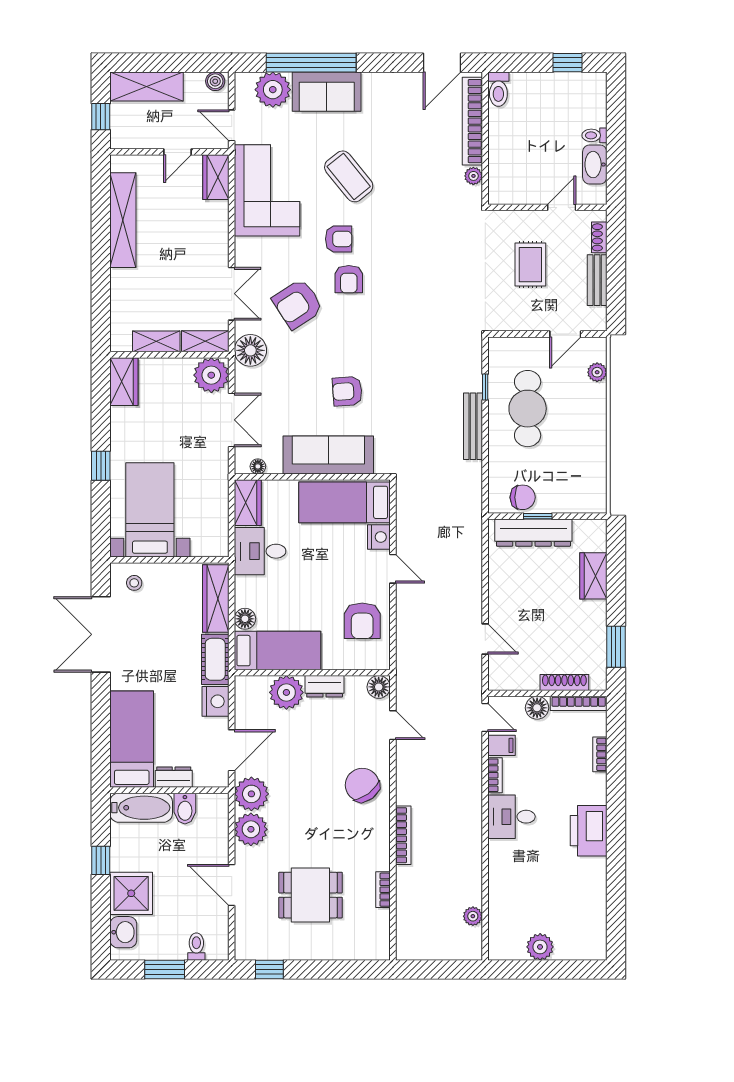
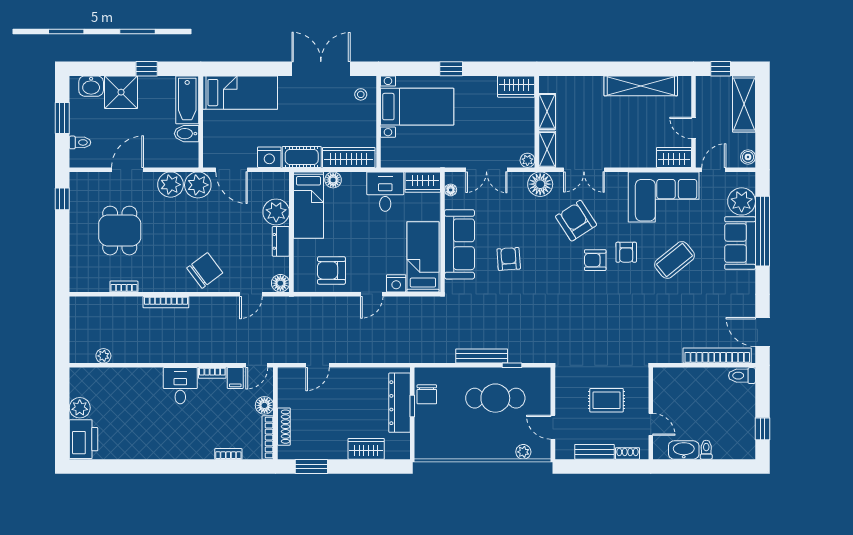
plant: (473, 176) -> (675, 356), removed
plant: (211, 375) -> (527, 160), width x0.53, depth x0.53
dresser: (174, 777) -> (211, 125), removed
printer: (589, 831) -> (83, 439), moved, turned 90

